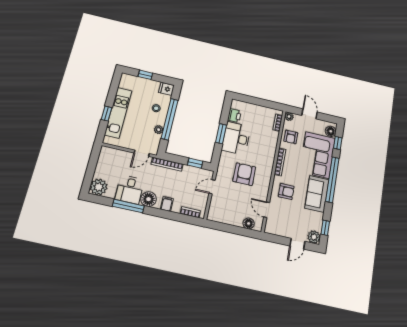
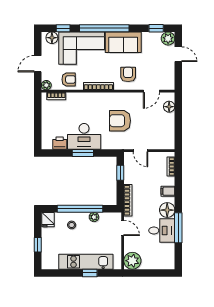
plant: (99, 187) -> (132, 261), moved

